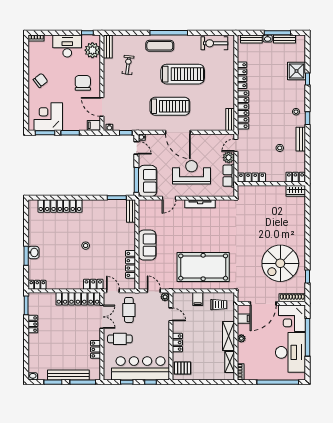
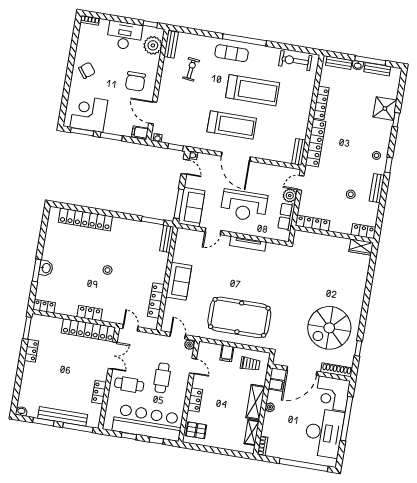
chair: (83, 83) -> (135, 81), turned 180
reception desk: (191, 172) -> (244, 206), turned 180
locker: (93, 284) -> (90, 313), moved
cafe table: (129, 310) -> (162, 378), moved

